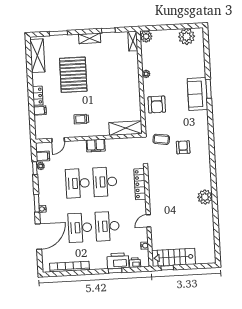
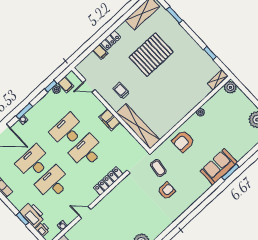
shelving: (90, 38) -> (191, 43), removed
shelving: (126, 128) -> (138, 126), width x1.47

